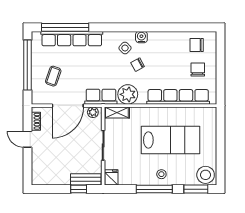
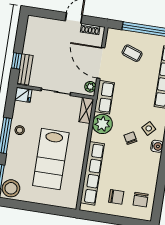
chair: (197, 45) -> (141, 200), turned 180
stool: (161, 174) -> (20, 130), moved

